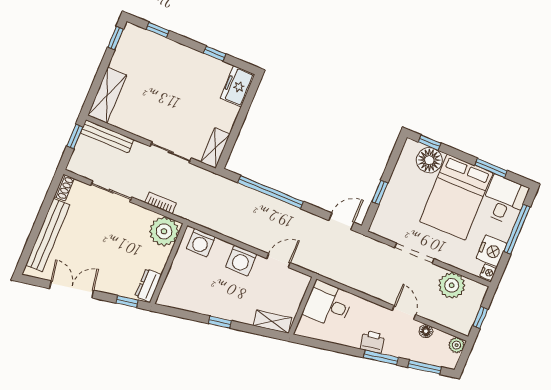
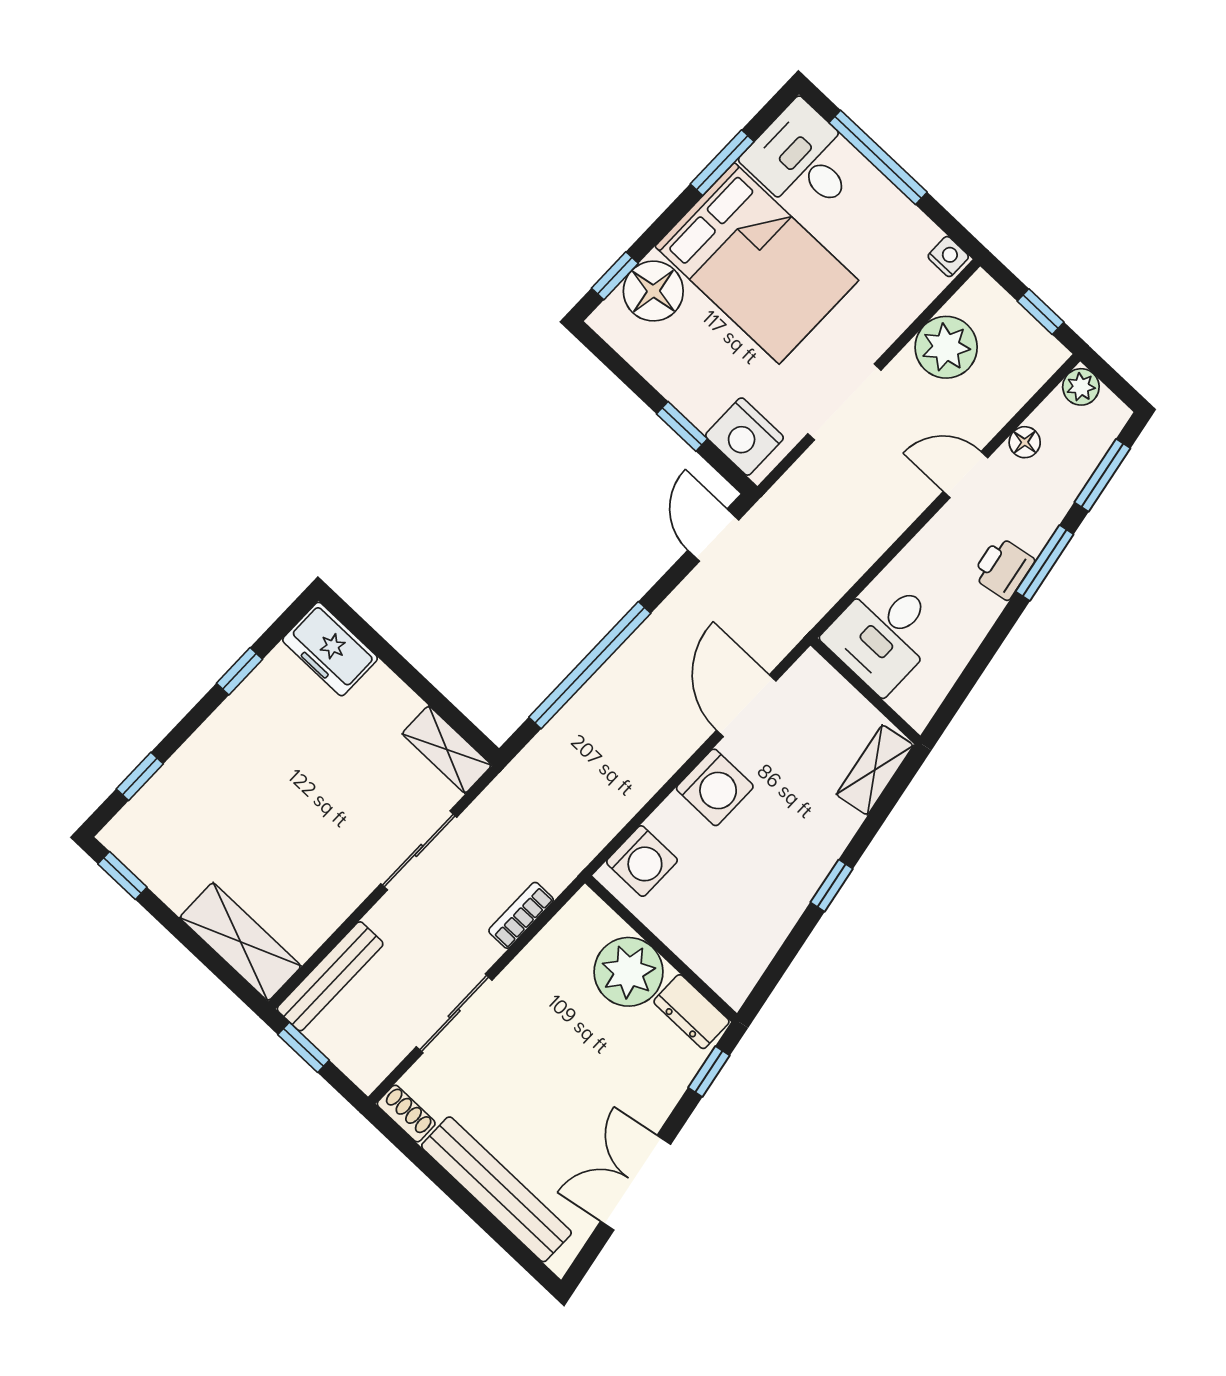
plant: (164, 231) -> (628, 972), moved
nightstand: (491, 251) -> (745, 437), moved, turned 180
door: (278, 261) -> (746, 706), width x1.38

